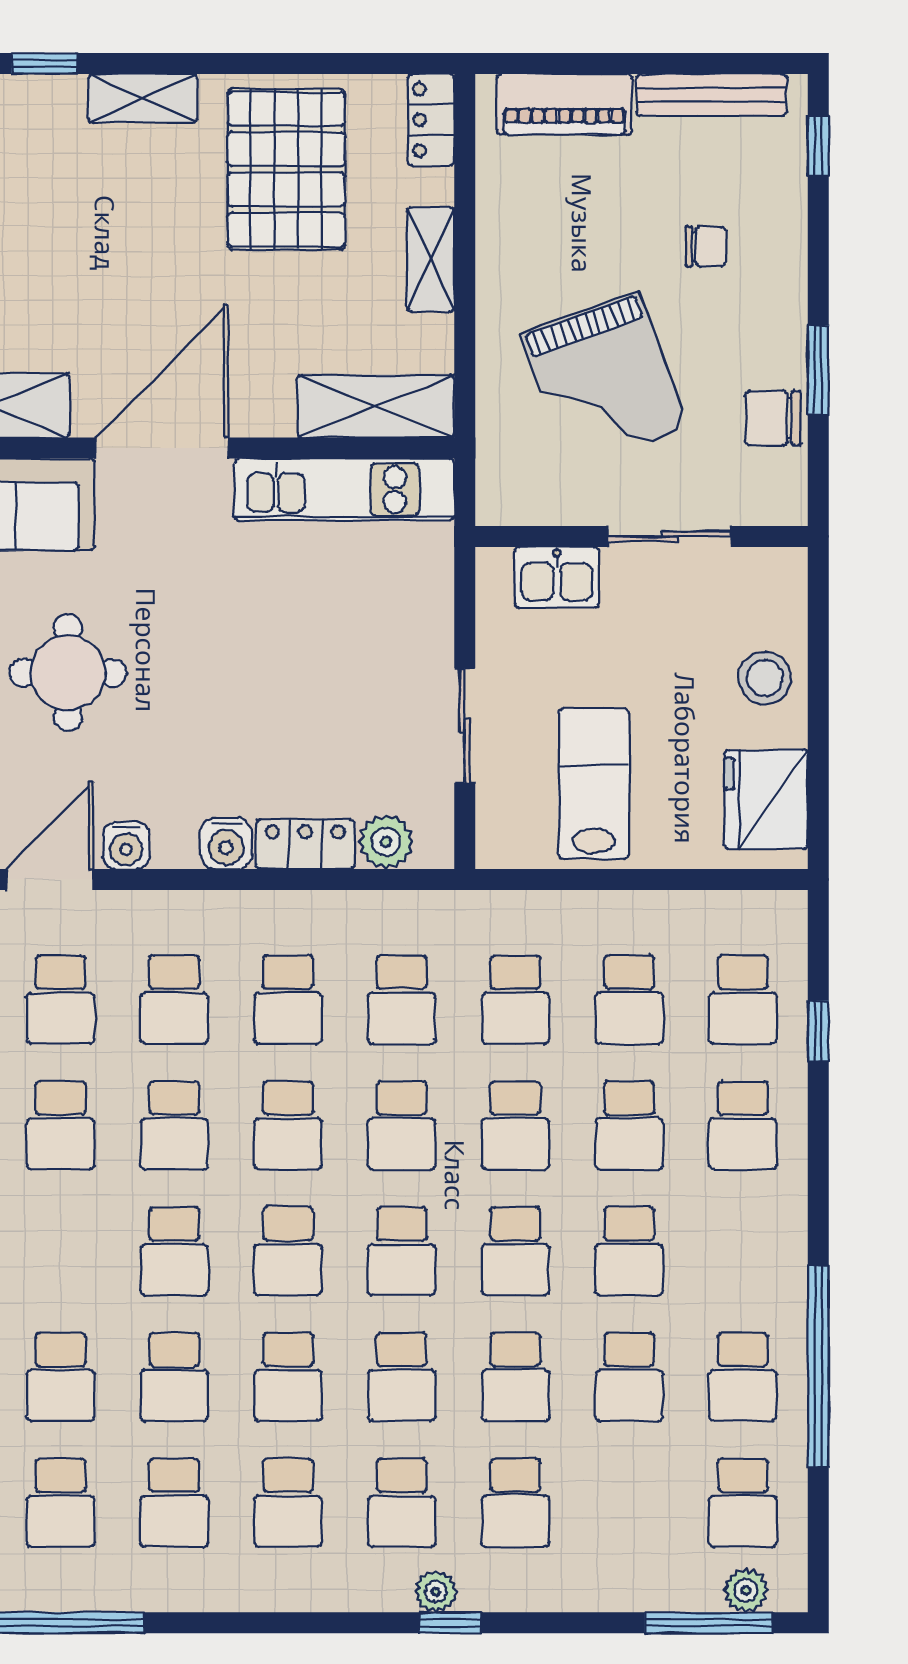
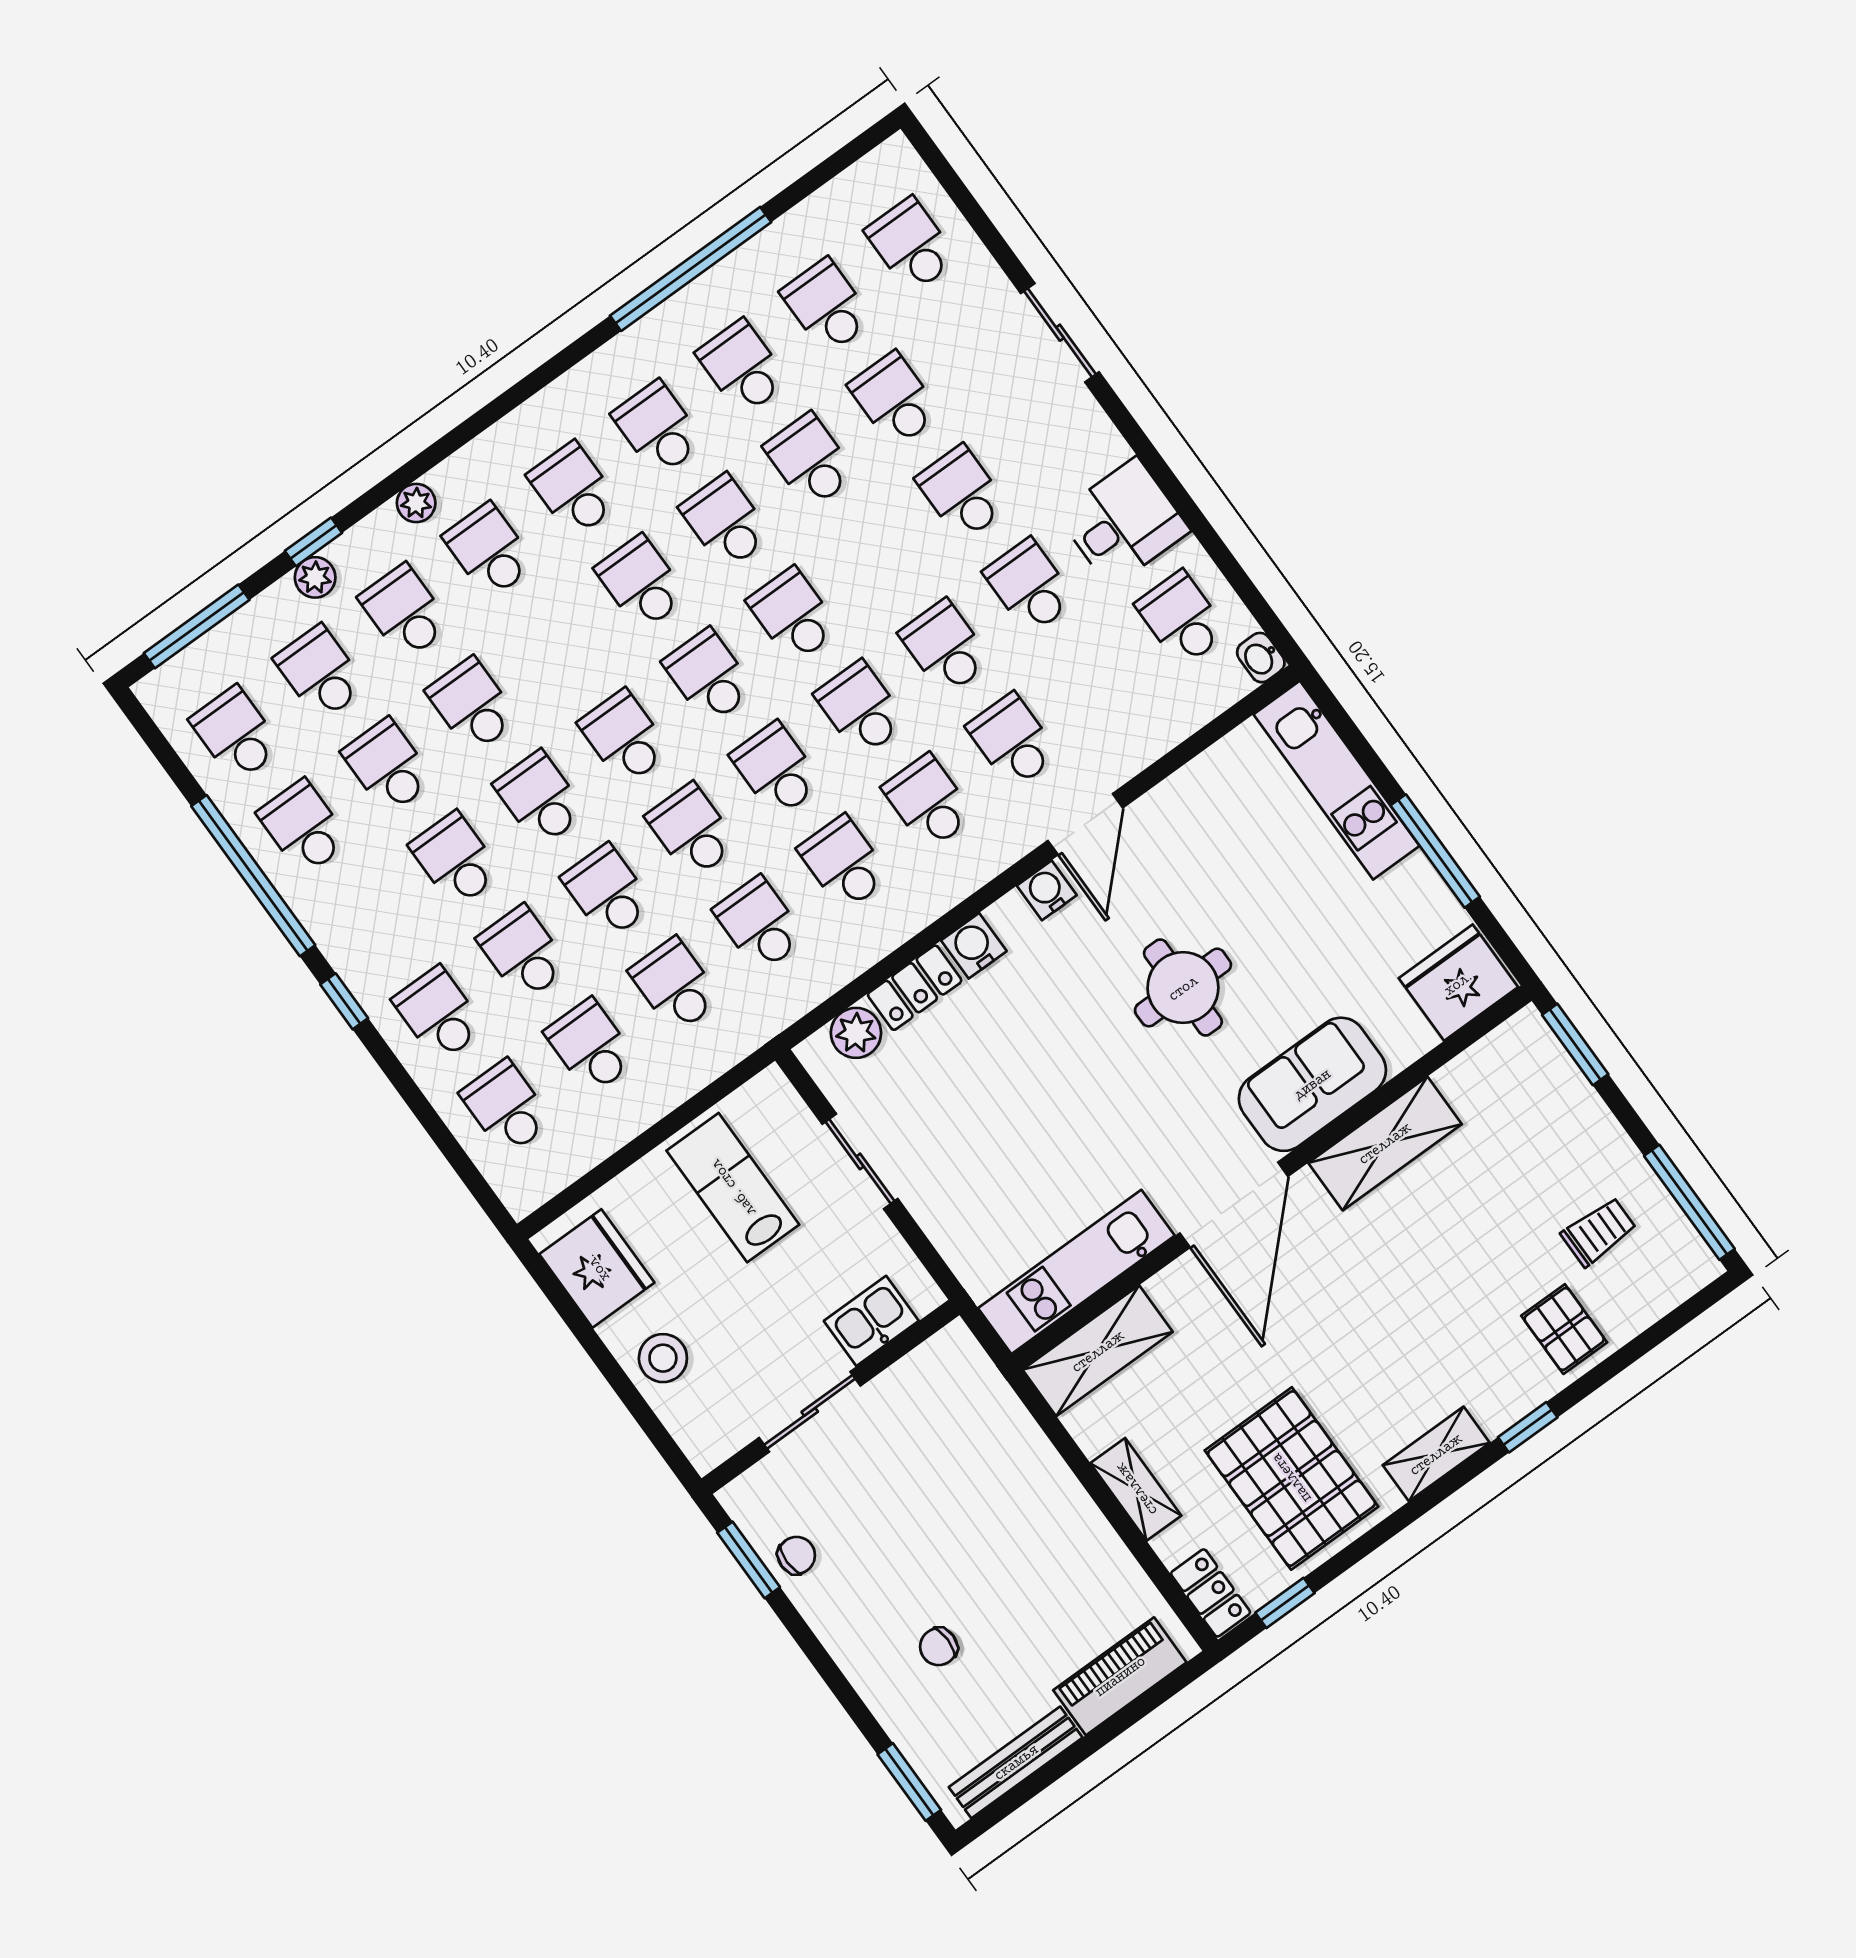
window: (372, 63) -> (1285, 1603), added
window: (818, 146) -> (909, 1782), width x1.50
window: (818, 370) -> (749, 1560), moved
grand piano: (604, 382) -> (941, 1492), removed
chair: (773, 418) -> (797, 1555), width x0.73, depth x0.73
lab bench: (594, 784) -> (733, 1188), turned 180
window: (818, 1031) -> (344, 1001), moved
school desk: (402, 1377) -> (320, 673), moved
plant: (746, 1590) -> (315, 577), moved
window: (451, 1623) -> (313, 542), moved

